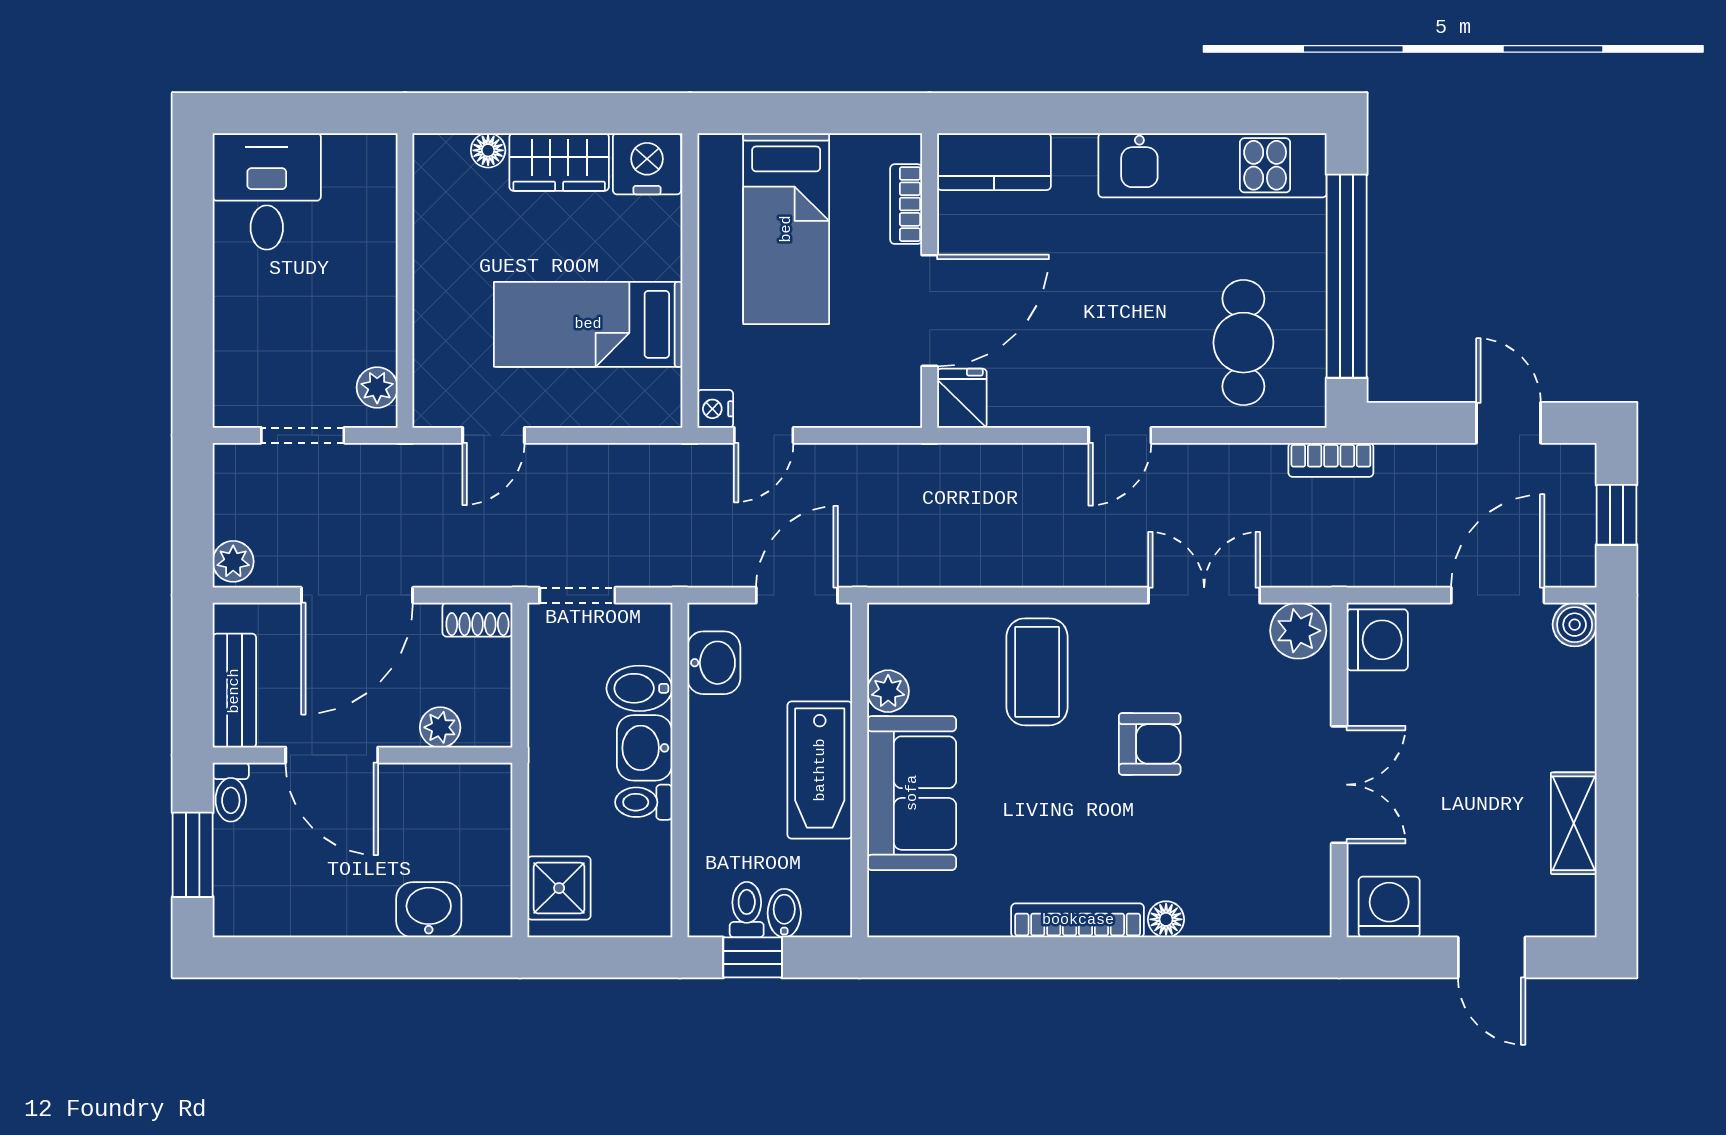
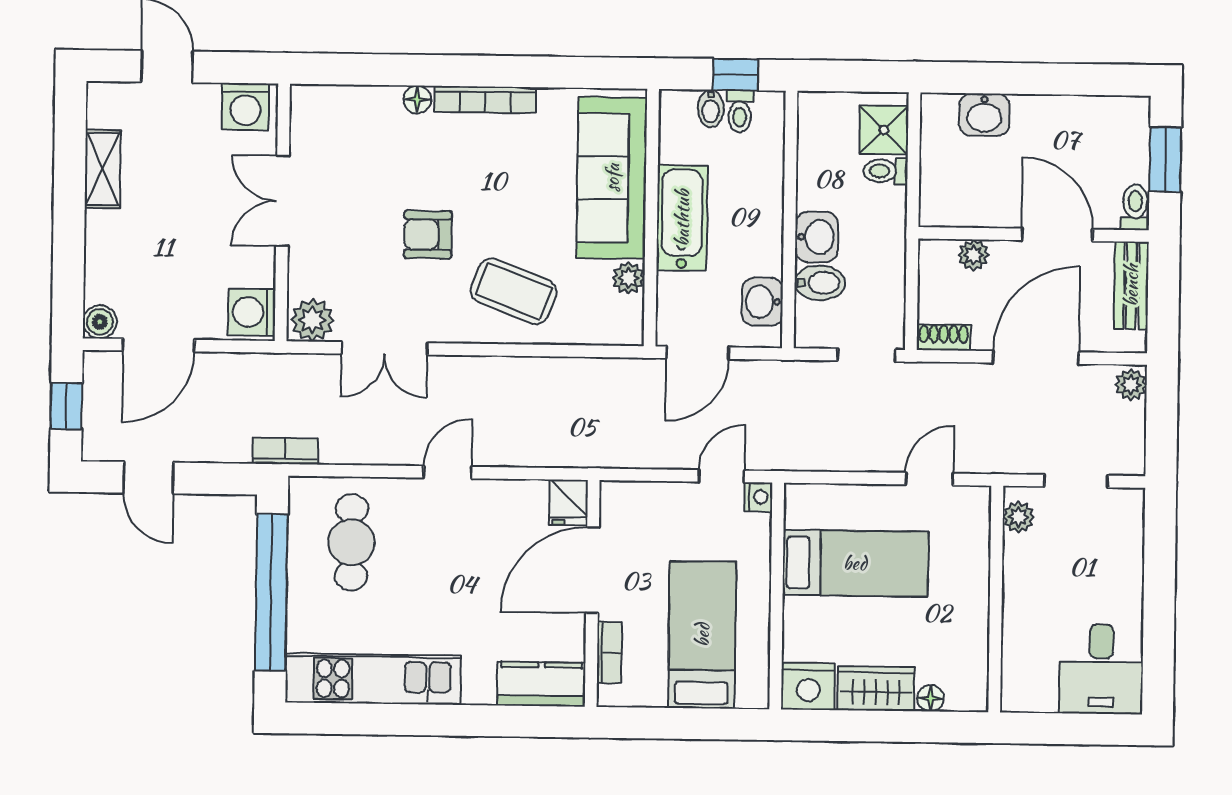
coffee table: (1037, 672) -> (514, 291), turned -69
sofa: (912, 793) -> (612, 178), width x1.36
toilet: (644, 802) -> (886, 171), moved, turned 180

